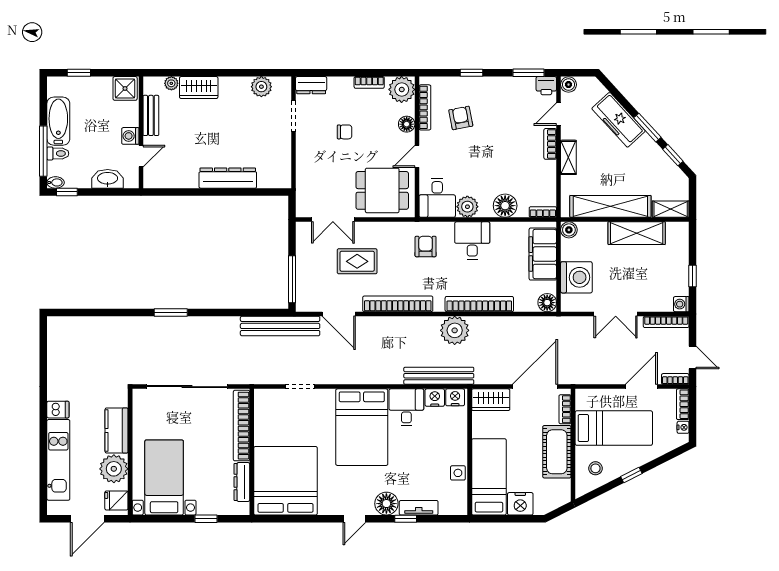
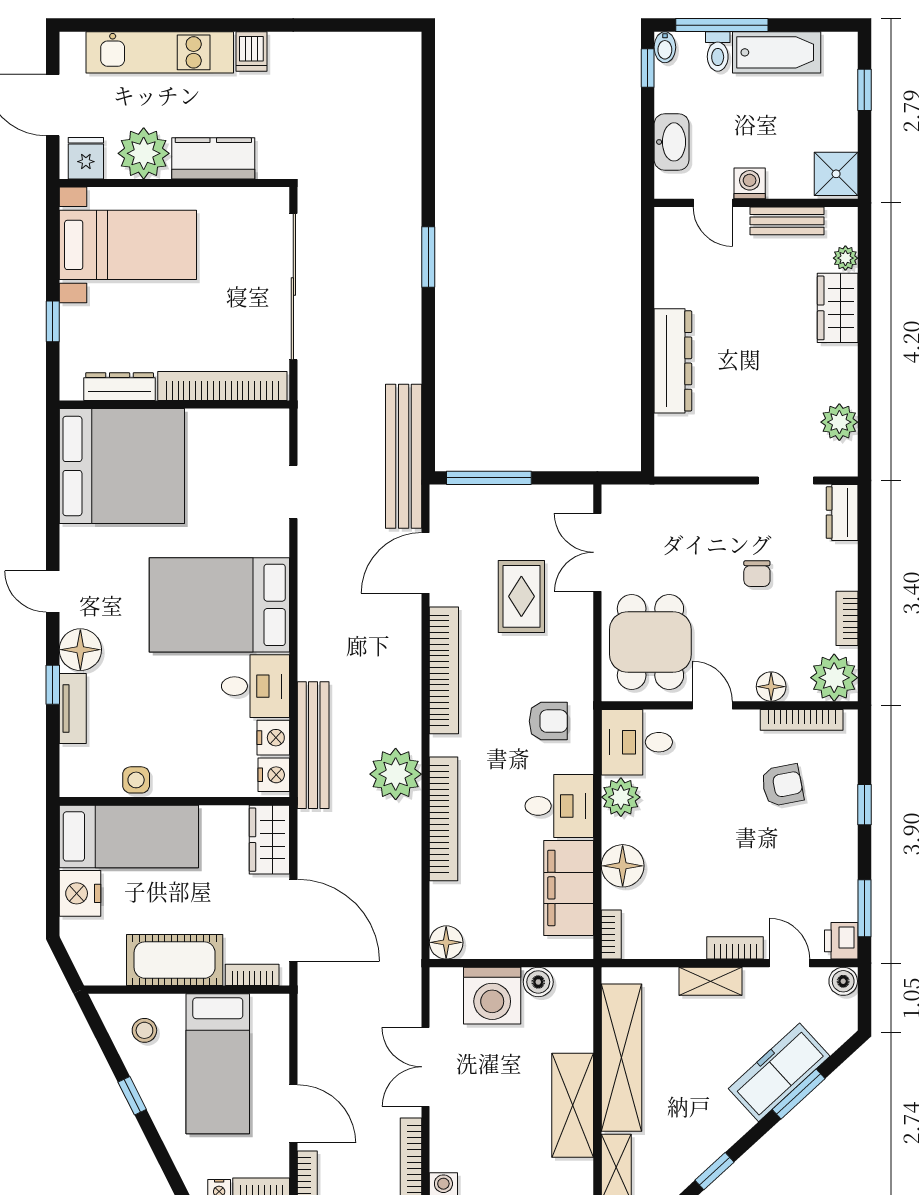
window: (647, 128) -> (799, 1094), moved
boiler: (569, 230) -> (538, 982), moved
filing cabinet: (543, 254) -> (569, 888), moved, turned -90

